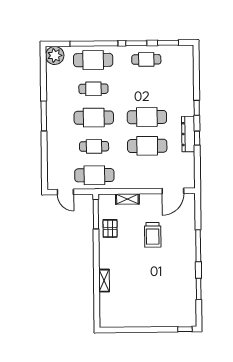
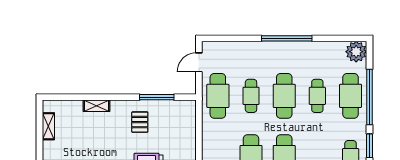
window: (44, 116) -> (287, 38), width x1.46
shelving: (127, 199) -> (48, 126), moved
window: (96, 214) -> (157, 97), moved
pallet: (110, 228) -> (140, 122), moved, turned 90

